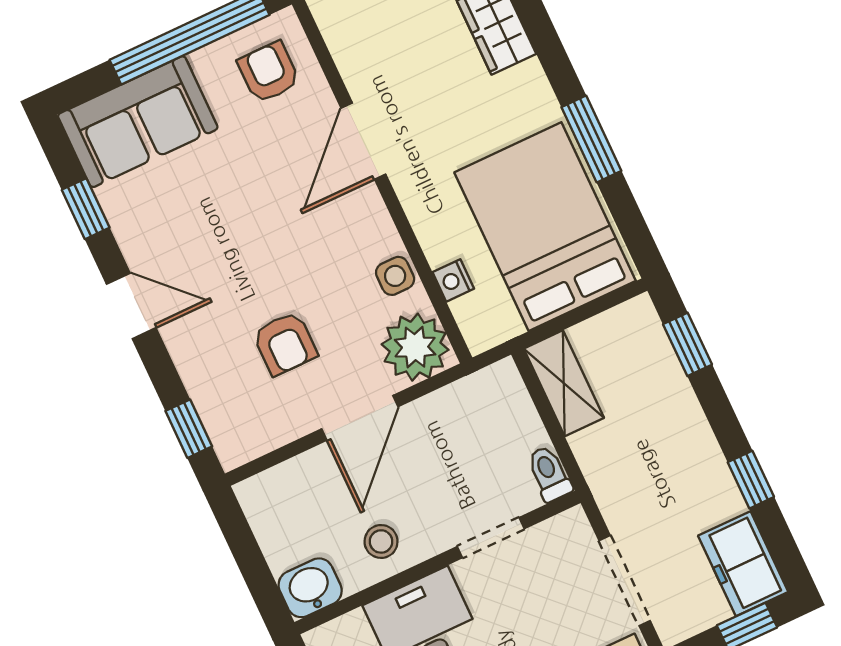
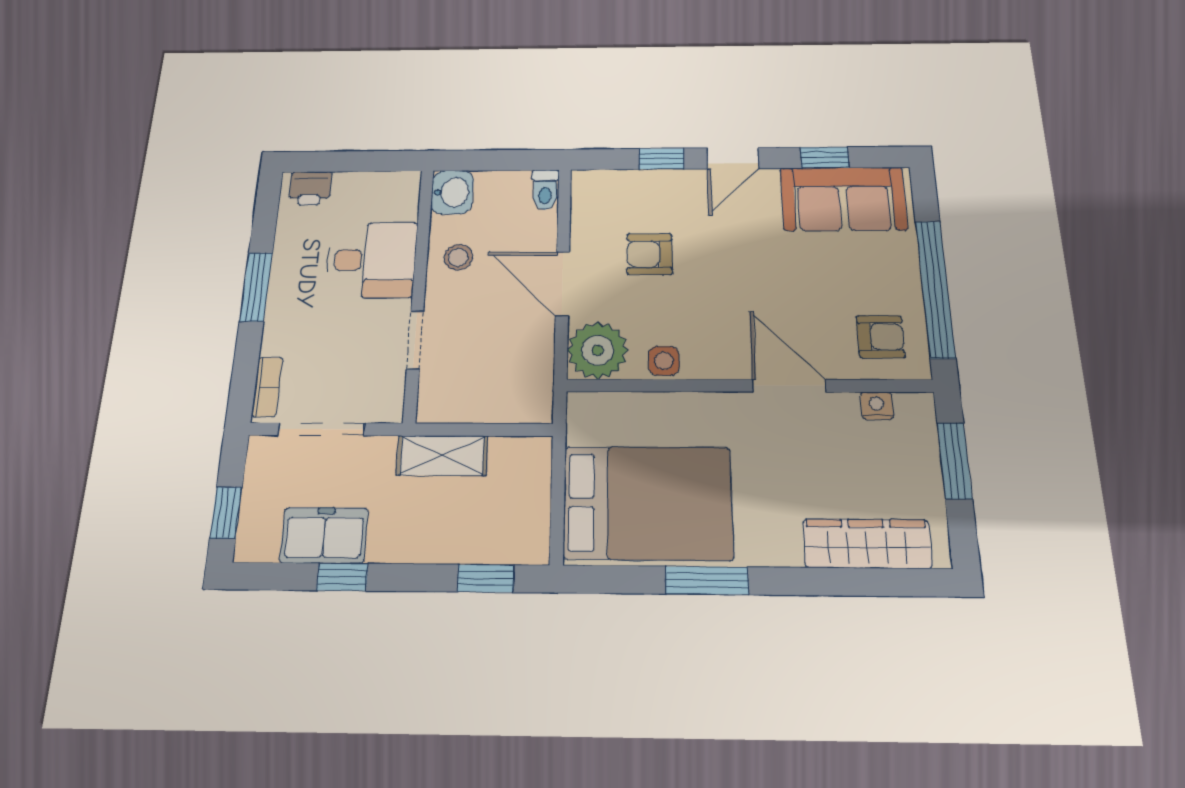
sofa: (138, 122) -> (843, 199), moved, turned -90
nightstand: (453, 280) -> (877, 406), moved
shelving: (564, 383) -> (442, 455), moved
window: (189, 429) -> (662, 159), moved
toilet: (549, 474) -> (545, 190), moved, turned 90
freezer: (743, 564) -> (324, 535), moved

